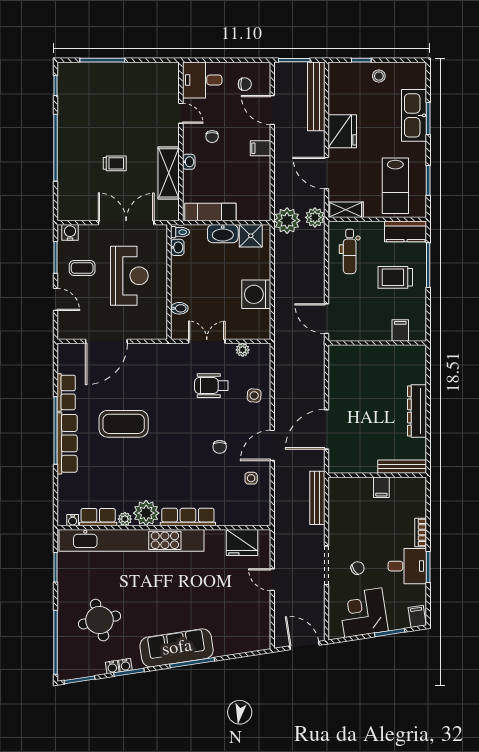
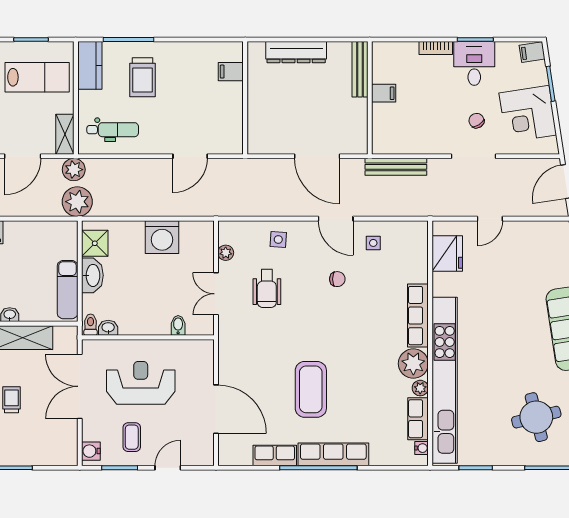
filing cabinet: (400, 331) -> (231, 72), moved
wall: (377, 343) -> (245, 98), moved

